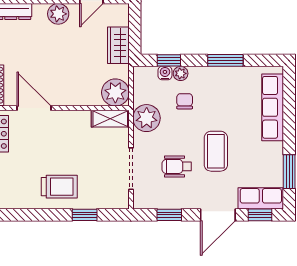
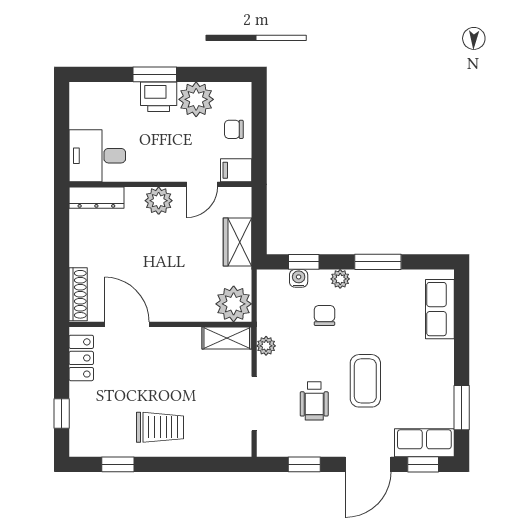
plant: (181, 73) -> (340, 279), moved
row of seats: (273, 107) -> (440, 309), width x0.68
plant: (147, 118) -> (266, 346), width x0.53, depth x0.53
wheelchair: (177, 166) -> (314, 401), turned -90
window: (85, 215) -> (118, 464), moved

